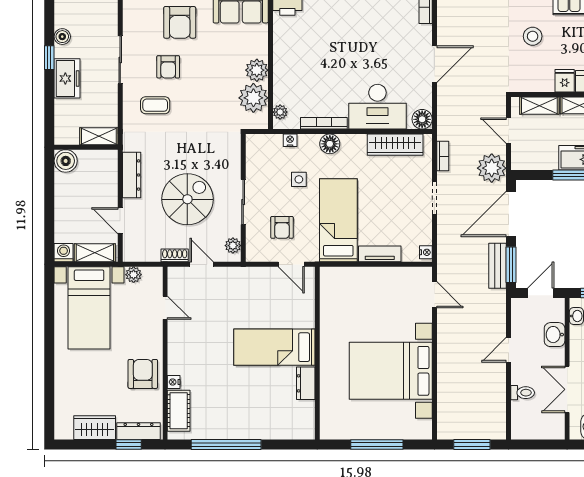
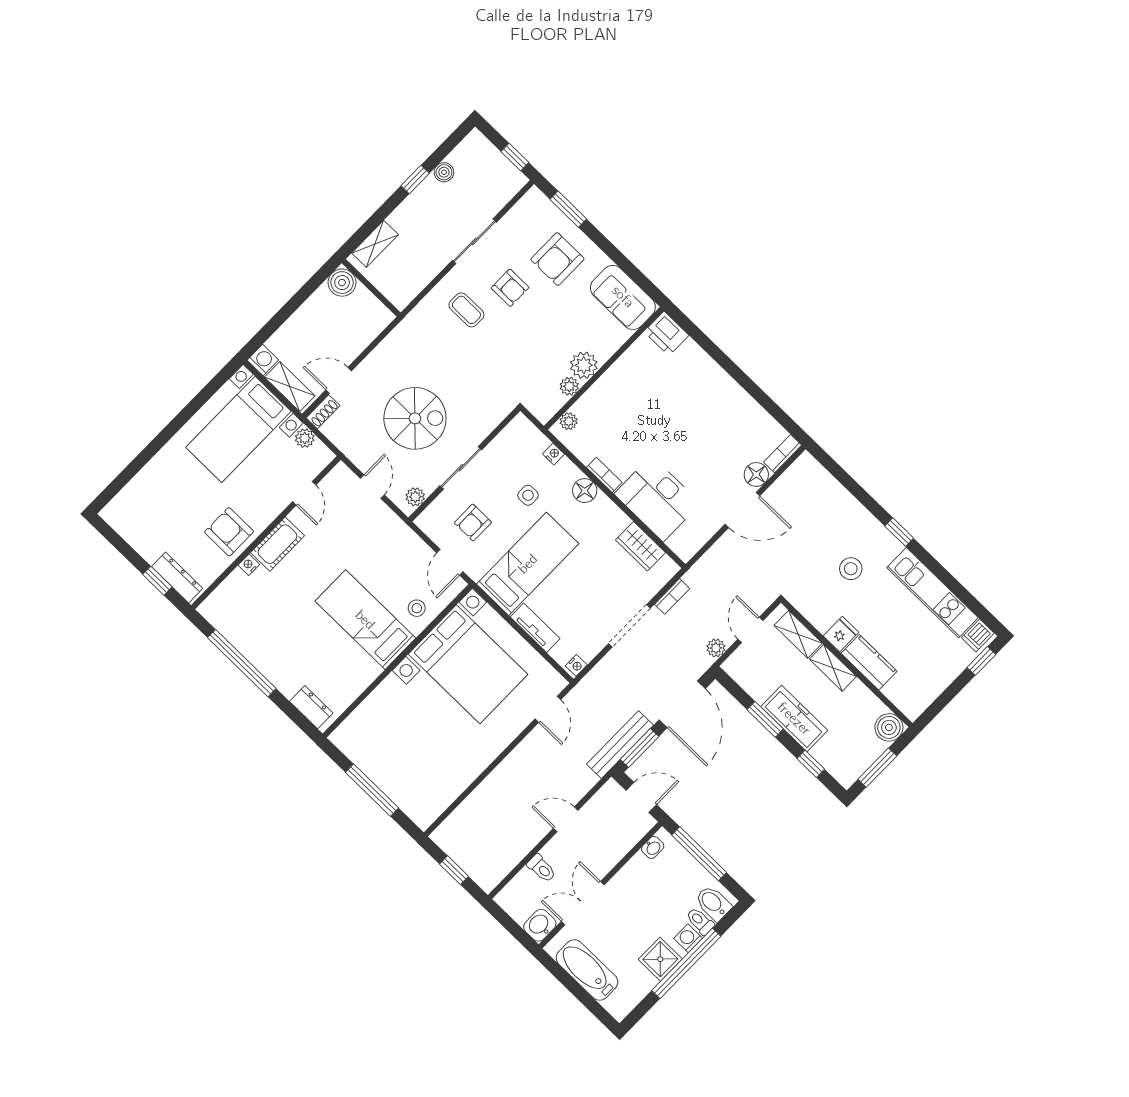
armchair: (168, 67) -> (510, 288), turned -90
freezer: (67, 78) -> (413, 213), removed
plant: (253, 98) -> (569, 386), width x0.53, depth x0.53
floor lamp: (422, 119) -> (756, 474), moved
bookcase: (324, 123) -> (604, 475), width x0.64
shelving: (99, 136) -> (375, 244), moved, turned 90
wardrobe: (395, 145) -> (640, 546), width x0.67
plant: (492, 168) -> (716, 648), width x0.53, depth x0.53
dresser: (132, 175) -> (387, 350), removed
doorway: (434, 198) -> (629, 626), width x1.38
door: (511, 214) -> (682, 704), swing flipped
door: (120, 221) -> (339, 380), hinge flipped
shoe rack: (175, 255) -> (323, 412), moved, turned 90
bench: (498, 266) -> (620, 745), width x1.36
stool: (298, 311) -> (417, 608), added
washbasin: (555, 335) -> (540, 925), moved
bed with nightstands: (391, 371) -> (468, 664), moved, turned 180
armchair: (143, 374) -> (229, 532), turned -90
dresser: (306, 383) -> (311, 707), moved, turned 90
cot: (179, 411) -> (277, 544), moved
wardrobe: (95, 428) -> (142, 537), removed
window: (472, 444) -> (454, 870), width x0.67

